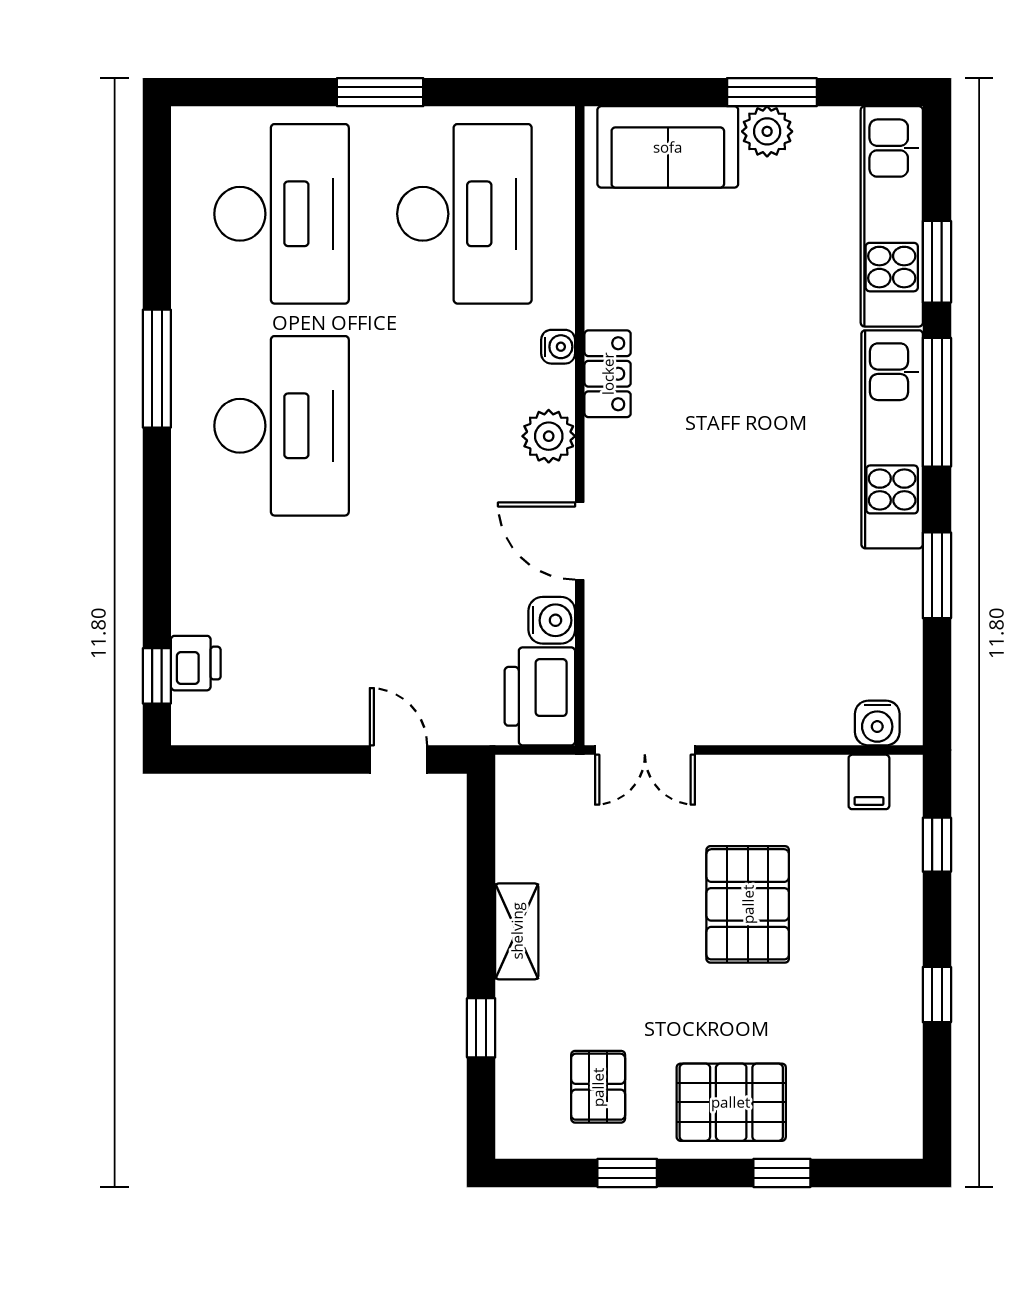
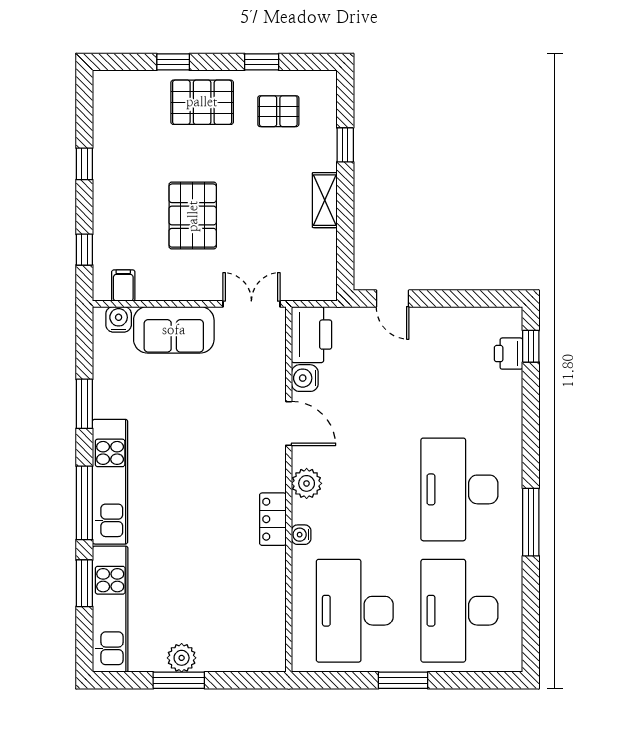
sofa: (668, 147) -> (174, 330), moved, turned 180
pallet: (598, 1087) -> (278, 111), turned 90

